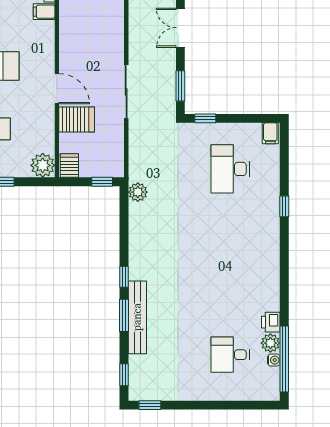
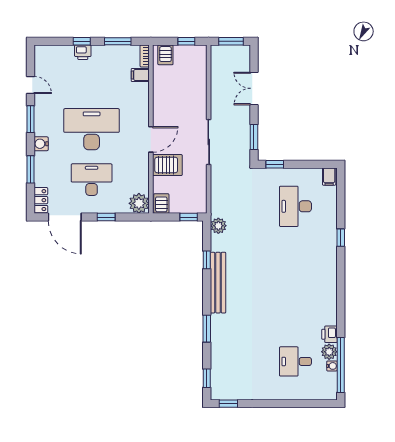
door: (57, 89) -> (151, 139), hinge flipped
window: (124, 277) -> (207, 260), moved
bench: (137, 317) -> (218, 283), moved

